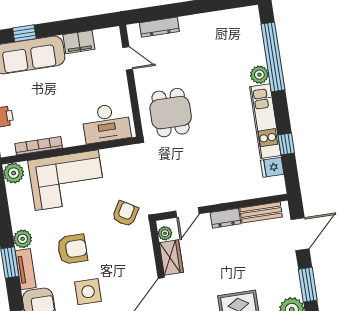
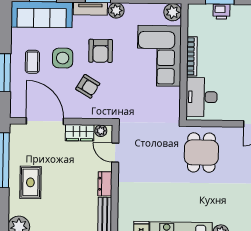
dining table: (171, 113) -> (201, 153), turned 90
bookcase: (39, 146) -> (192, 56), moved
armchair: (125, 214) -> (88, 86), moved

